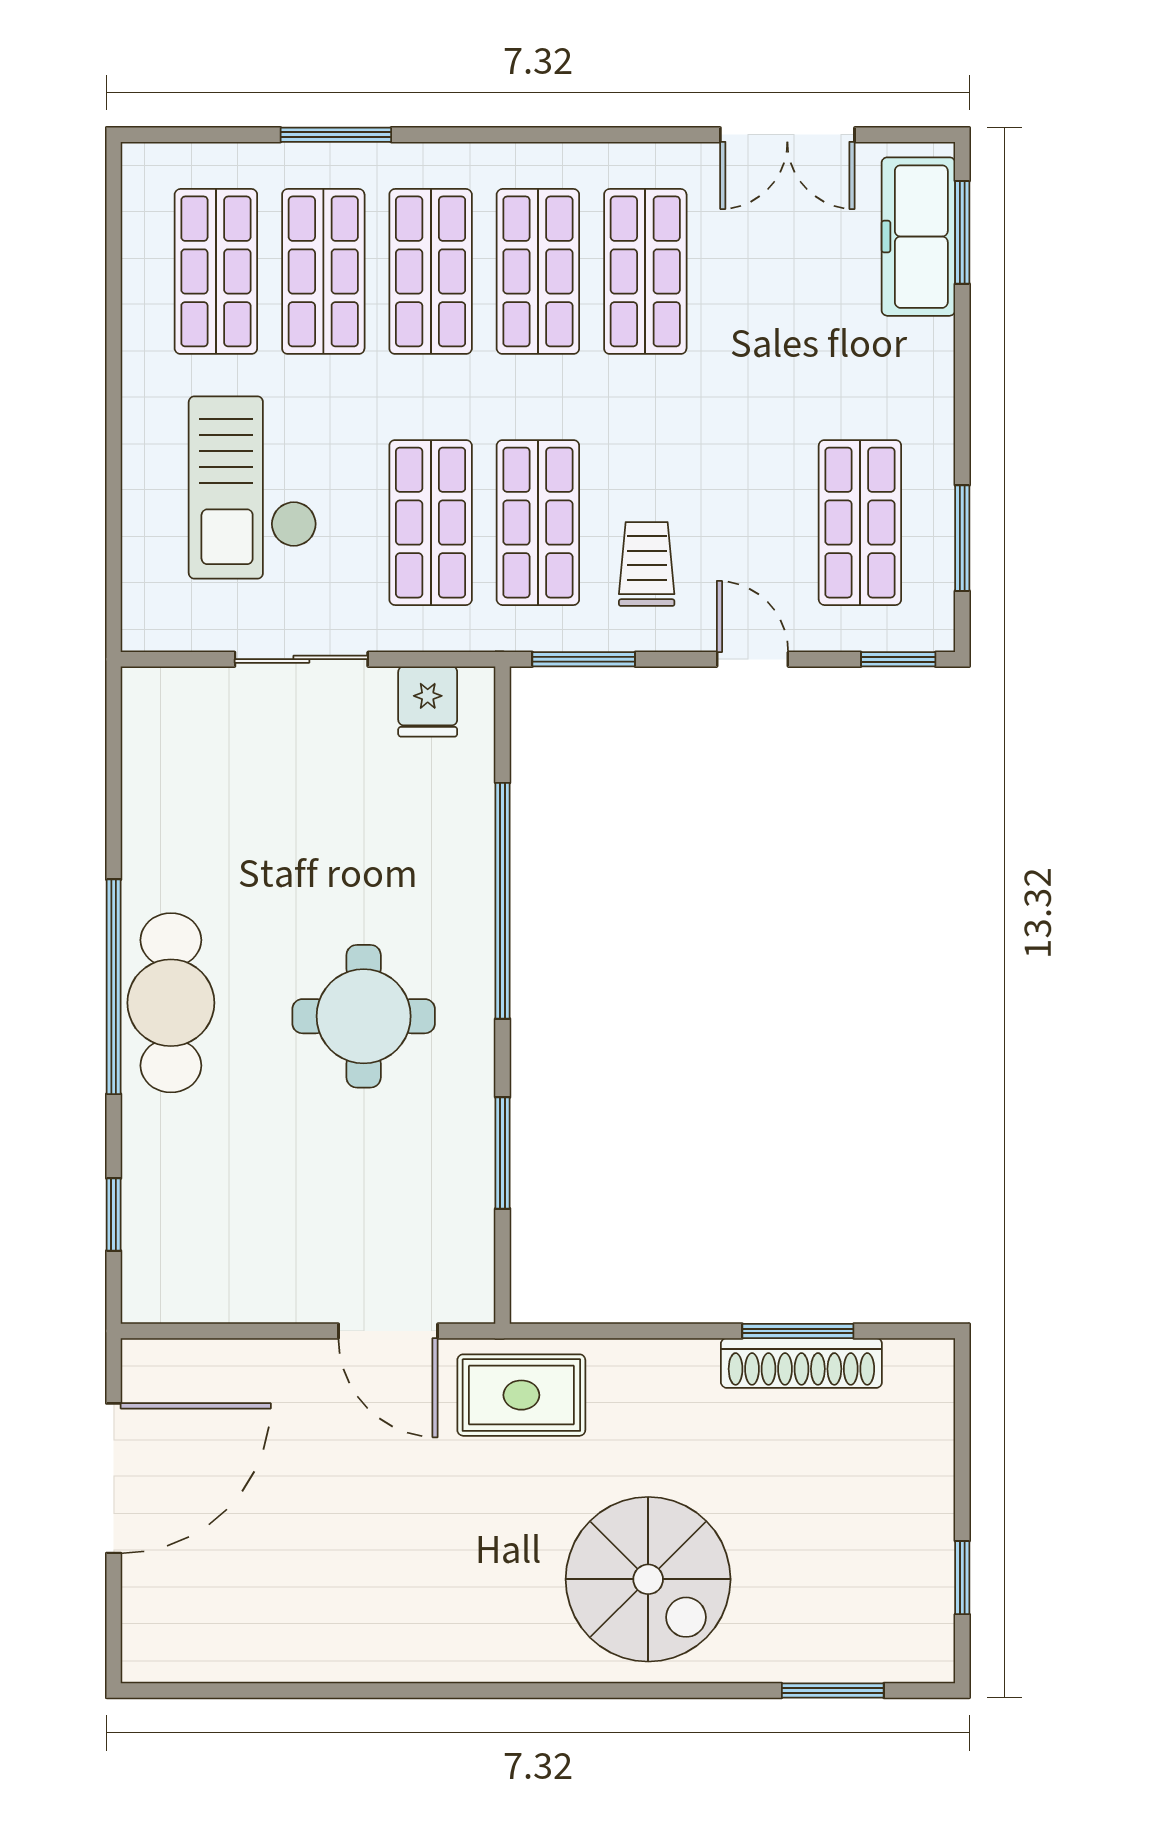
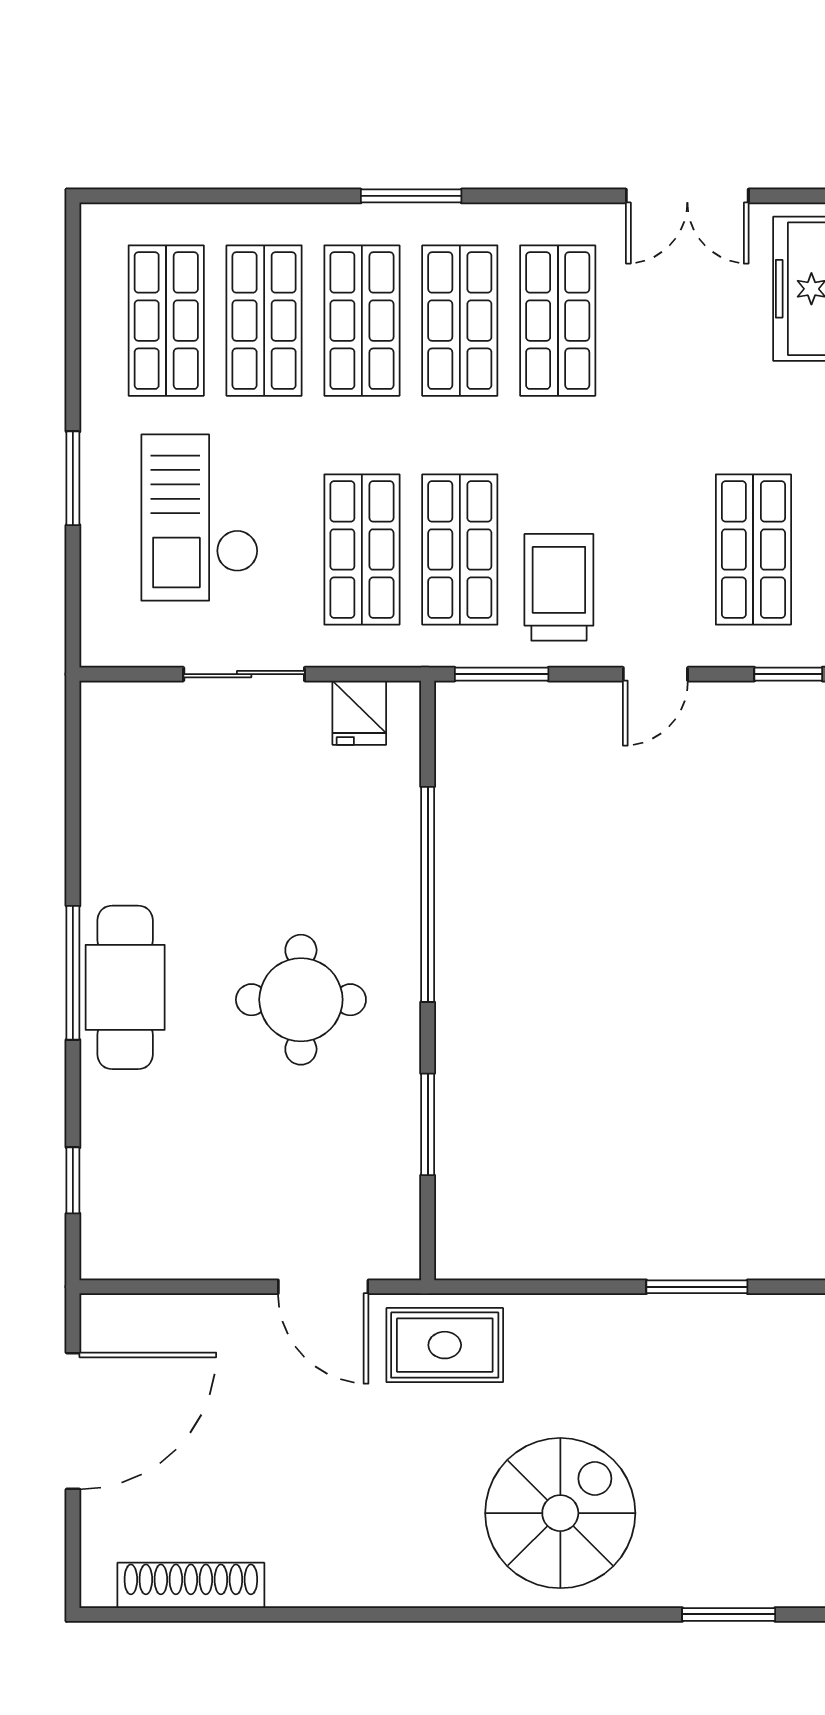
window: (336, 135) -> (411, 196), moved
window: (114, 444) -> (73, 478), added
trolley: (647, 564) -> (559, 587), width x1.36, depth x1.39
door: (752, 659) -> (655, 674), swing flipped
window: (114, 987) -> (73, 973), width x0.68
shoe rack: (801, 1363) -> (191, 1585), moved, turned 180
spiral stairs: (648, 1579) -> (560, 1513), turned -90

